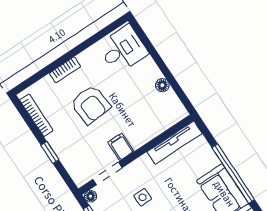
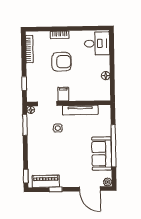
armchair: (90, 105) -> (61, 62), turned -85
tv unit: (175, 143) -> (80, 110), moved
window: (50, 152) -> (24, 83), moved

